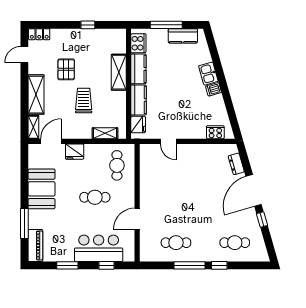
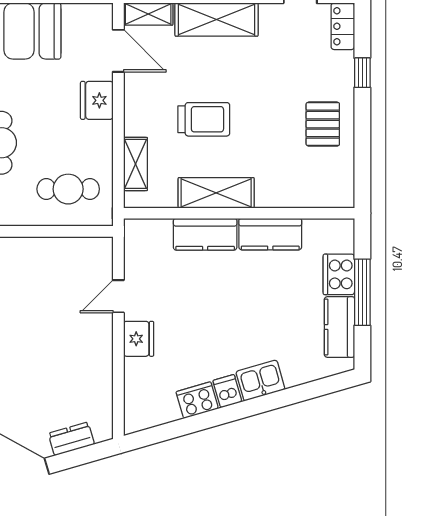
window: (88, 25) -> (362, 73), moved
cooker: (138, 43) -> (339, 274), moved, turned 90
pallet: (66, 69) -> (323, 124), moved, turned 90
shelving: (119, 72) -> (216, 193), moved
fridge: (138, 124) -> (139, 339), moved, turned -90
cooker: (215, 132) -> (197, 400), moved, turned -106

